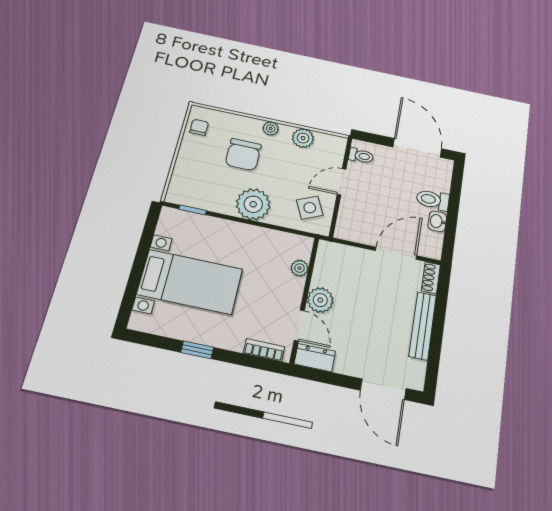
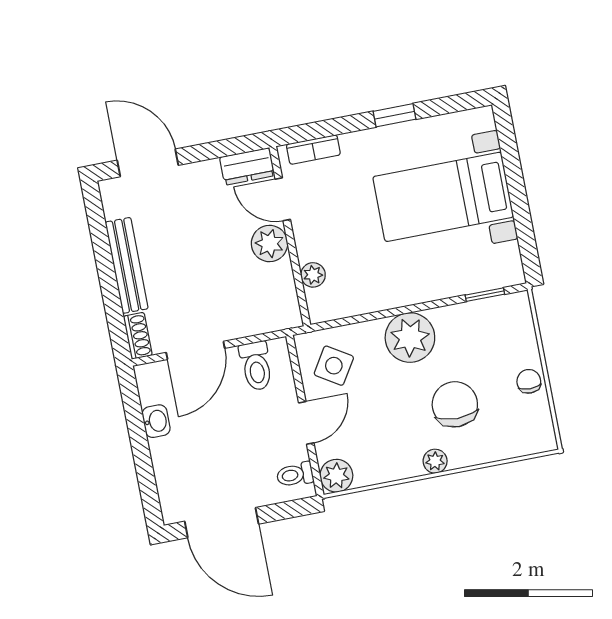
chair: (199, 127) -> (529, 381), moved, turned 180
plant: (303, 138) -> (336, 476), moved
toilet: (433, 200) -> (256, 366), moved, turned 90
side table: (310, 208) -> (334, 366), turned -33

